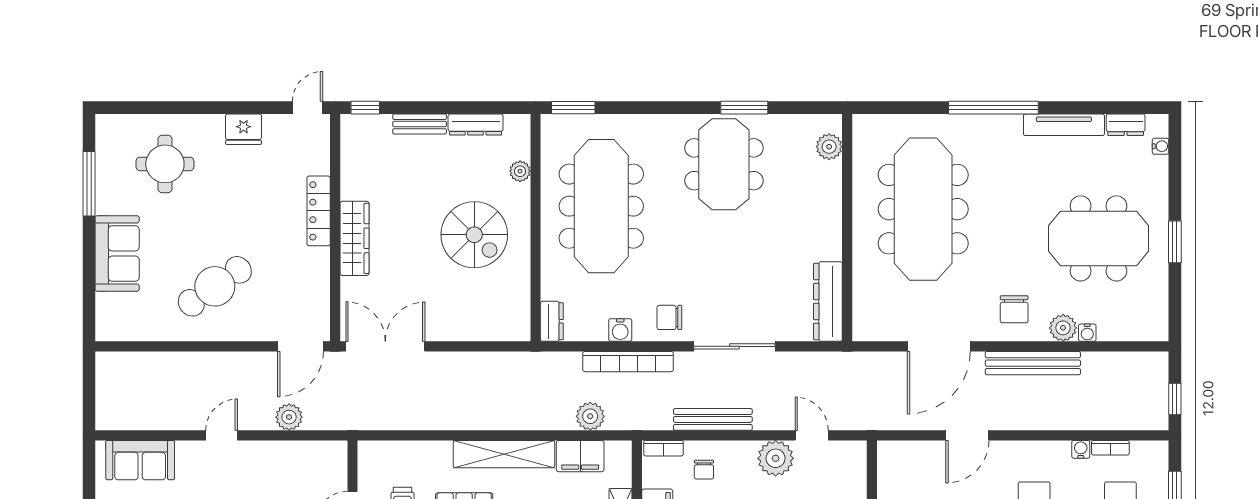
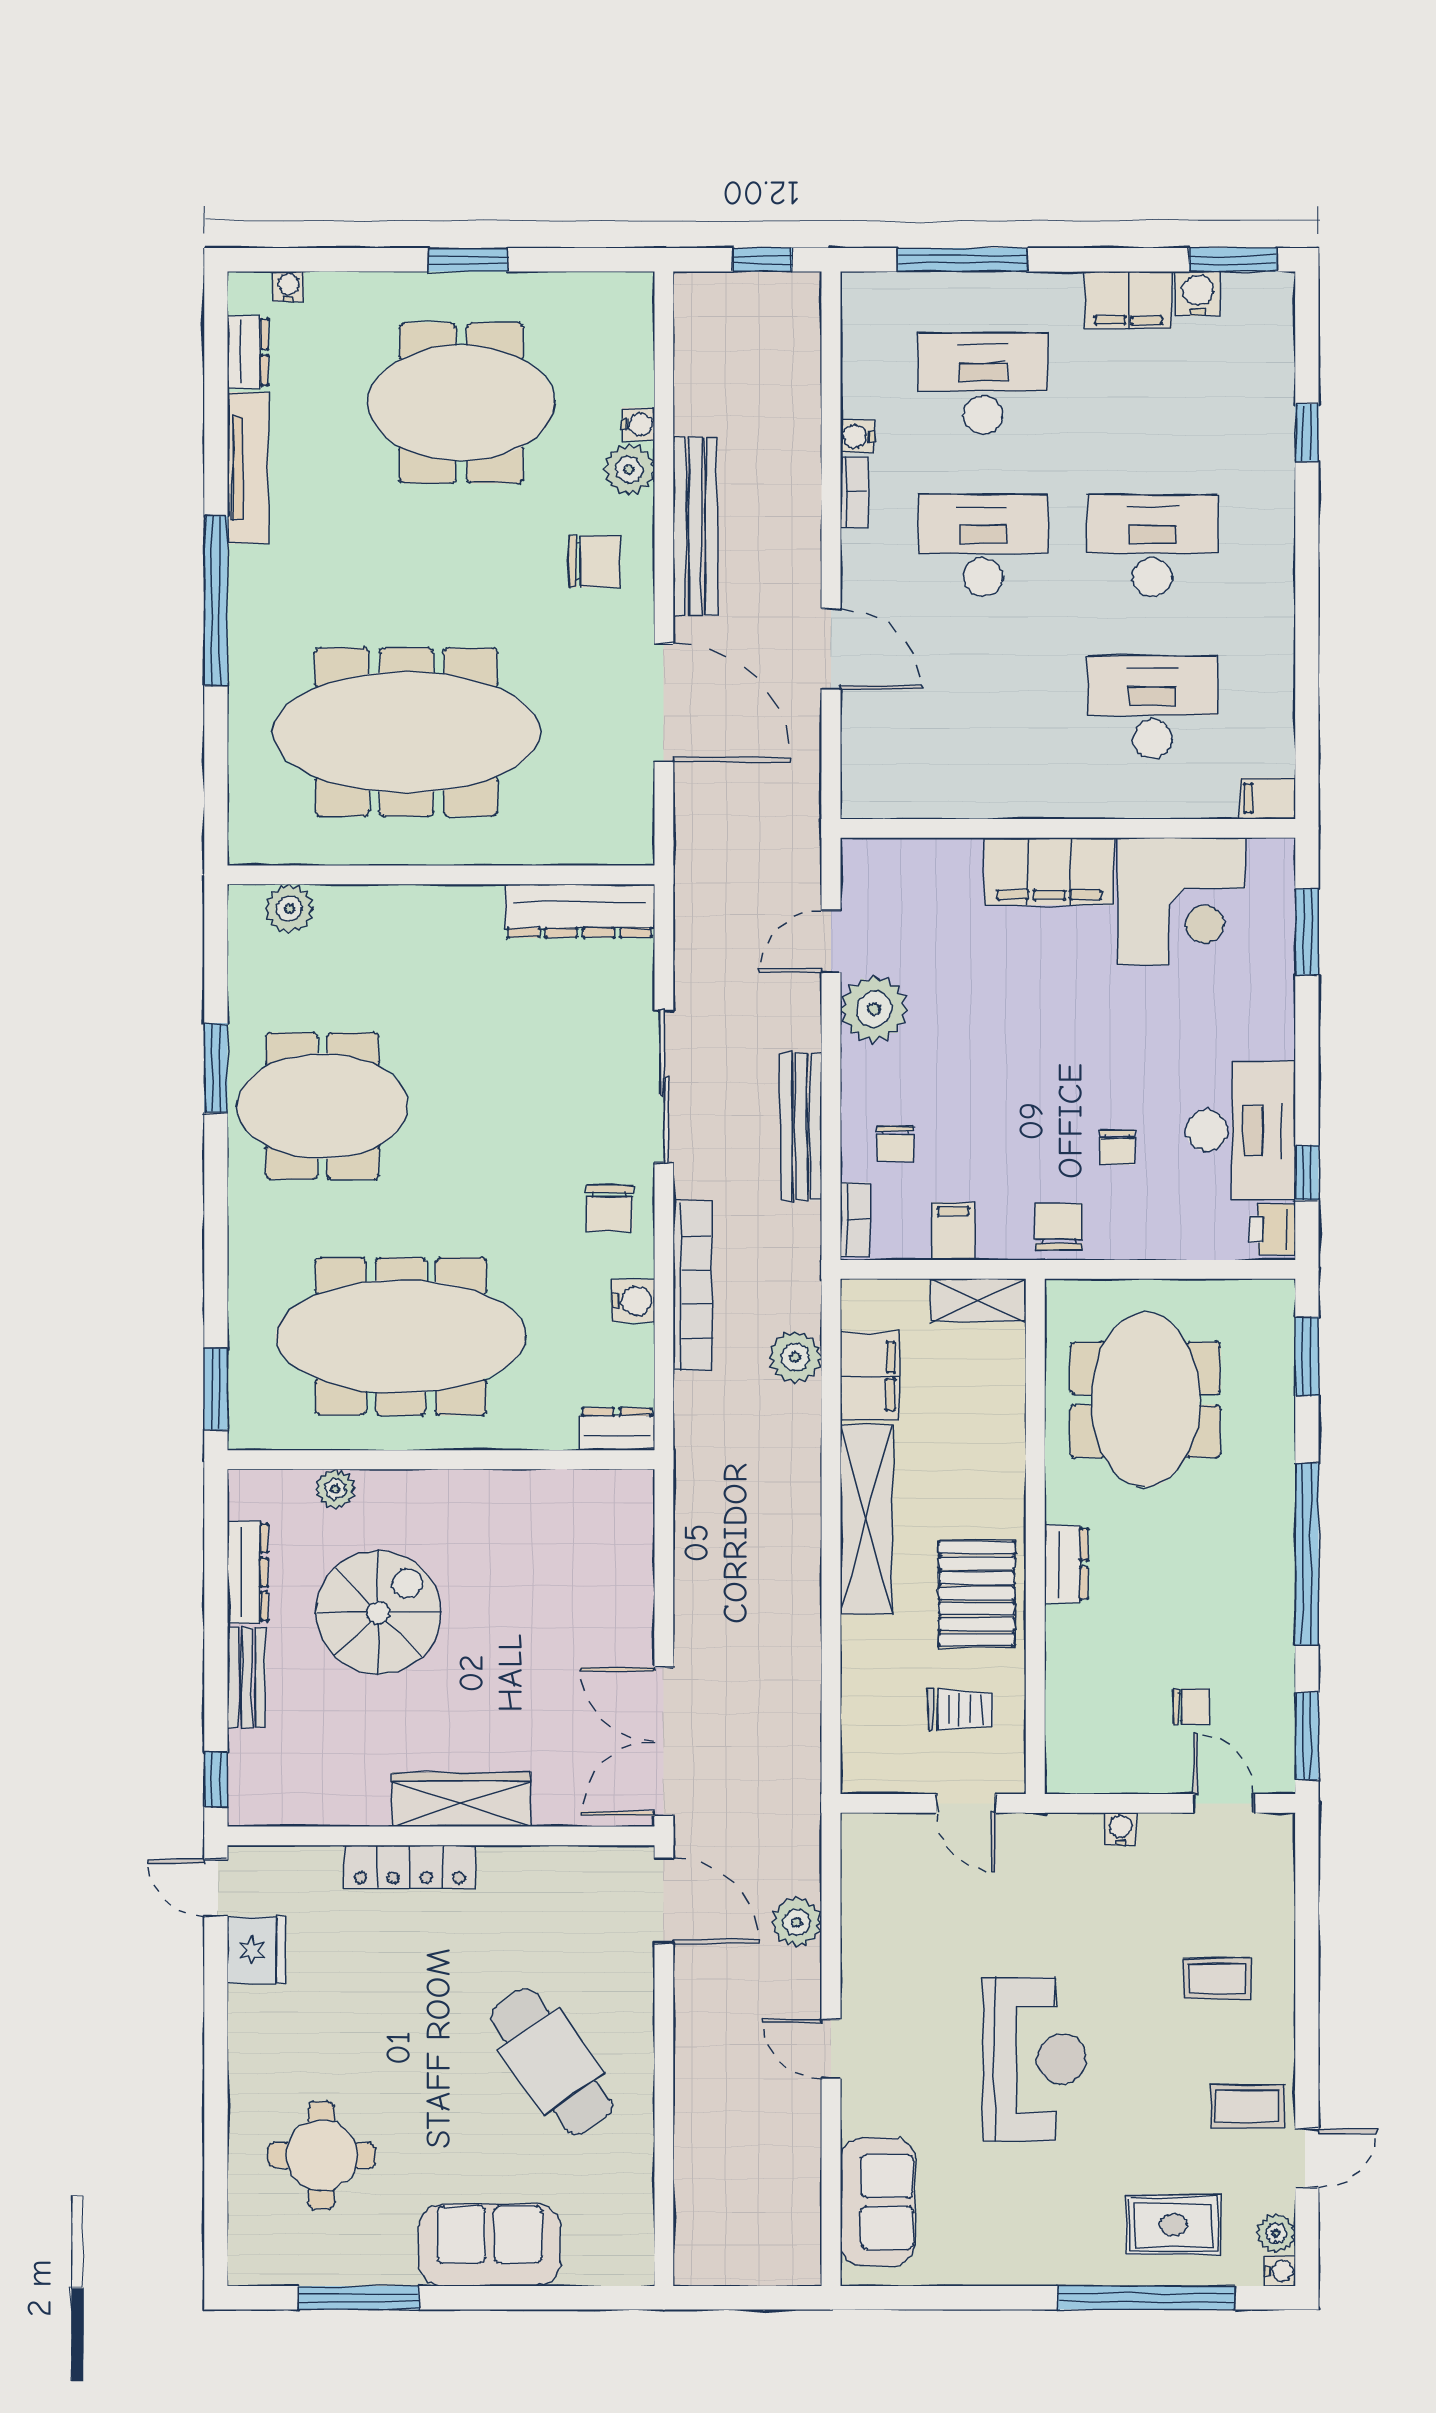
fridge: (244, 129) -> (256, 1950), moved
spiral stairs: (474, 235) -> (378, 1613), moved
meeting table: (1098, 238) -> (461, 403), turned 90
bookcase: (1110, 448) -> (854, 492), moved
chair: (704, 470) -> (895, 1144), turned 90

